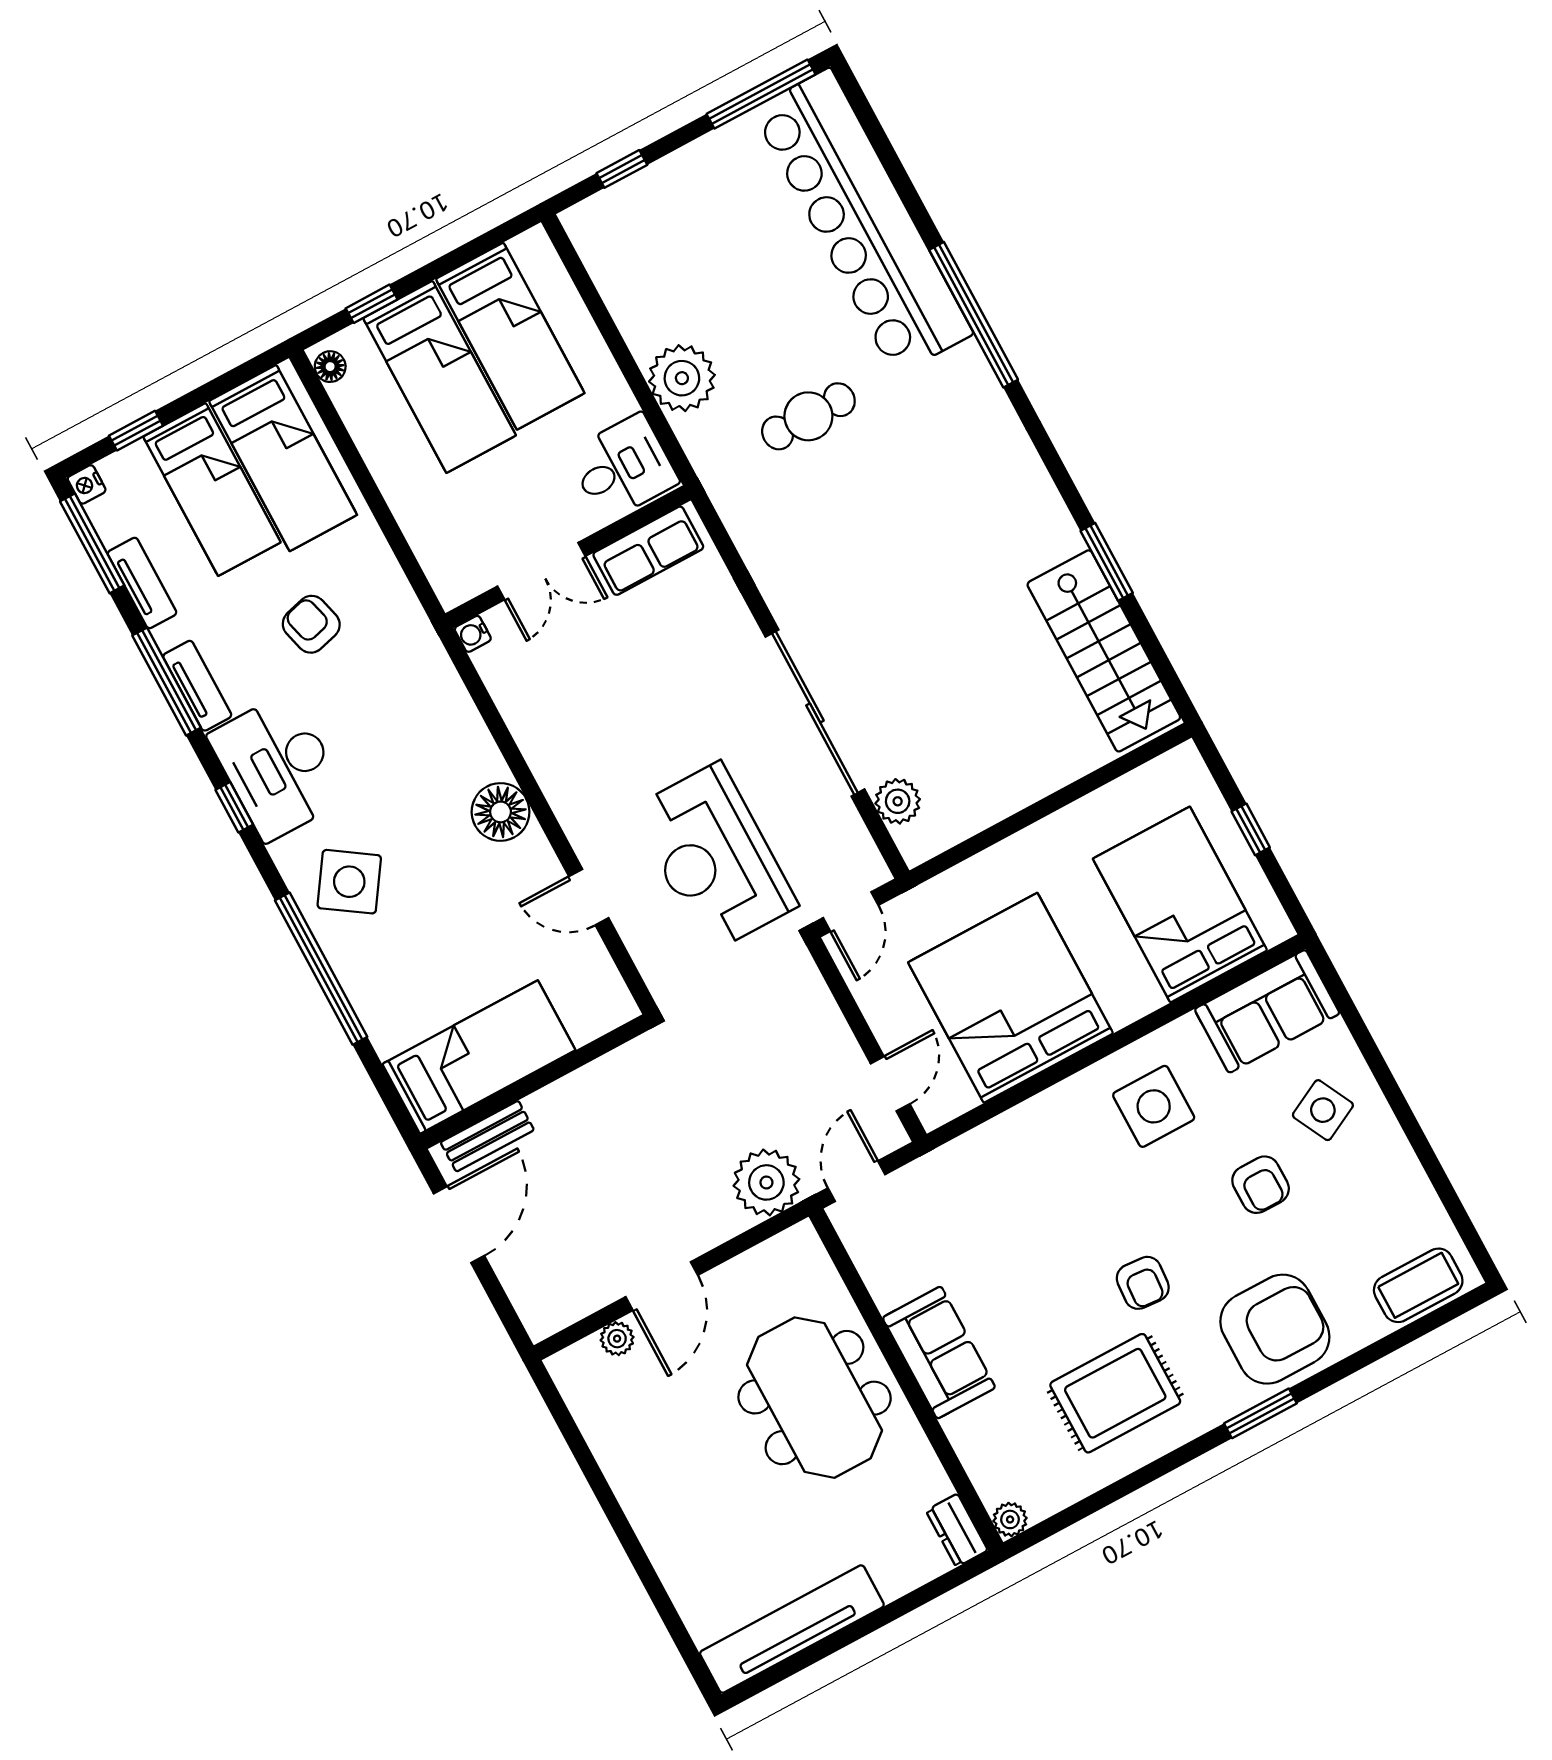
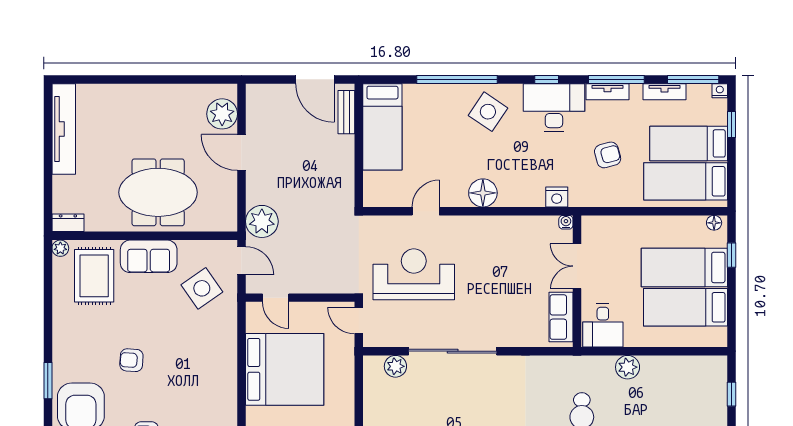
plant: (682, 378) -> (628, 367), width x0.73, depth x0.73
nightstand: (436, 675) -> (557, 197), added
side table: (1154, 1106) -> (202, 288), moved, turned -35
plant: (617, 1339) -> (222, 114), width x1.87, depth x1.87
rug: (1115, 1393) -> (94, 276), moved

